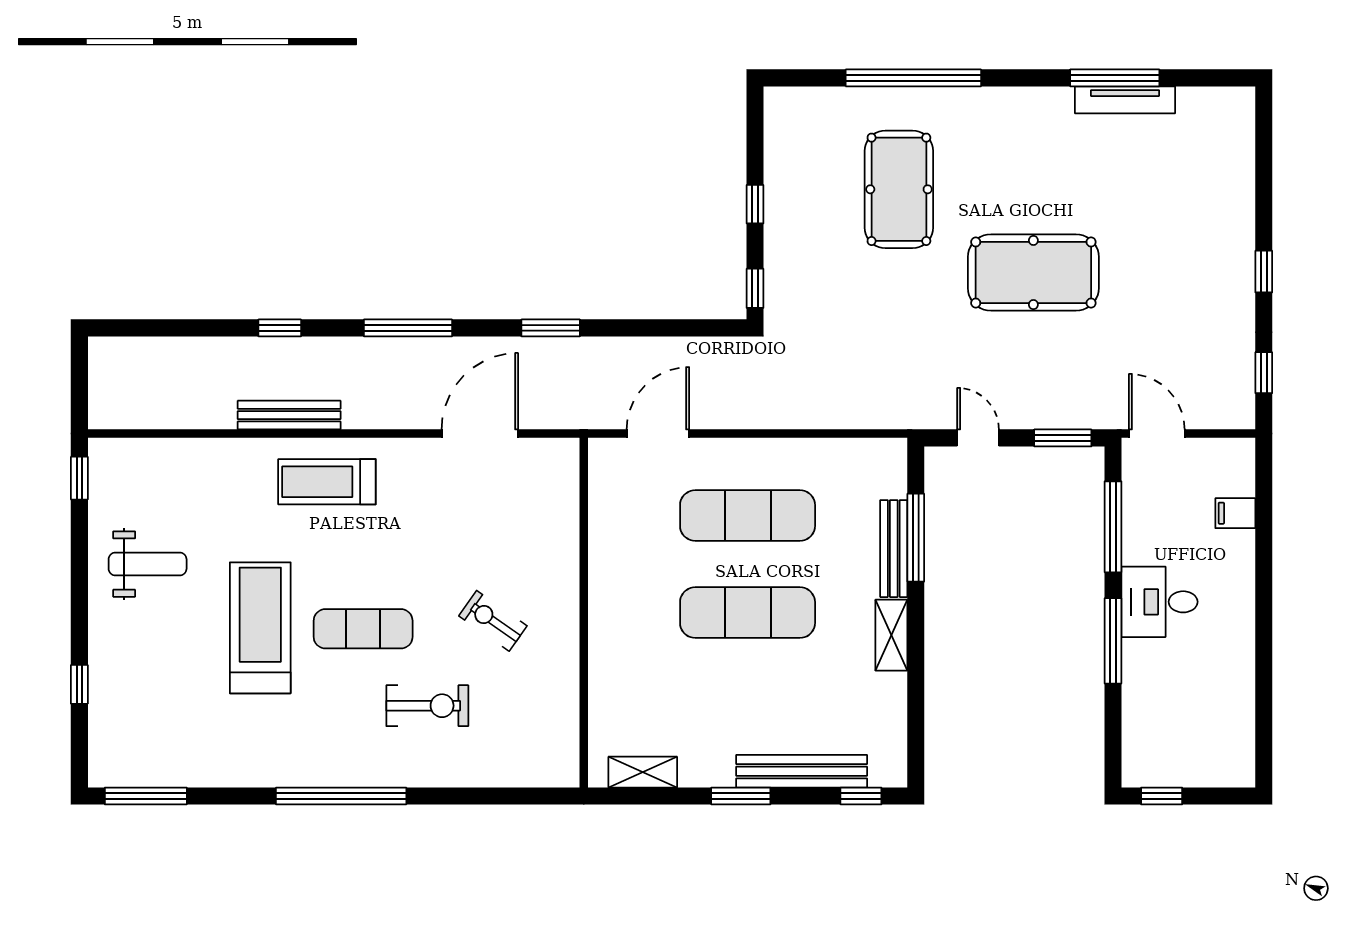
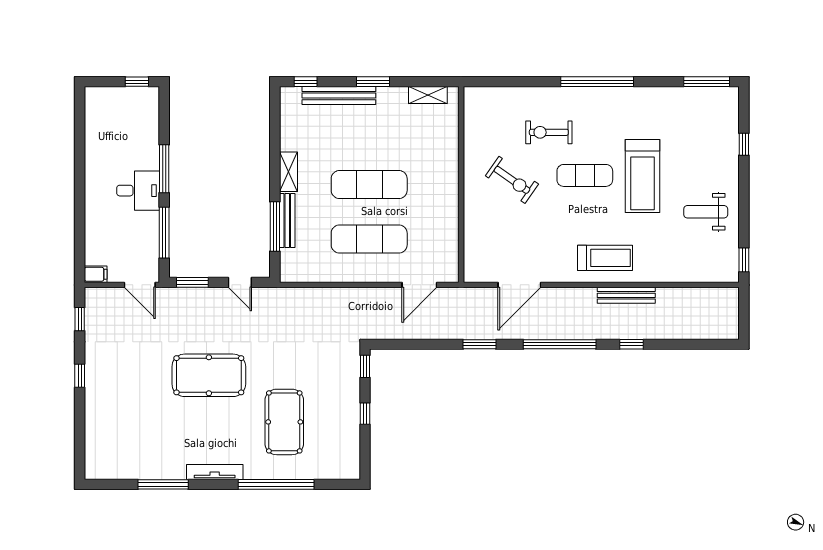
tv unit: (1125, 100) -> (215, 472), moved
window: (408, 328) -> (560, 344), width x1.46
filing cabinet: (1235, 513) -> (96, 274), moved
exercise bike: (493, 621) -> (512, 180), width x1.38, depth x1.39

